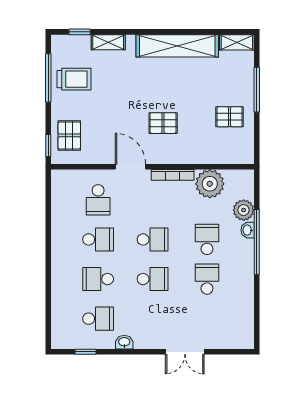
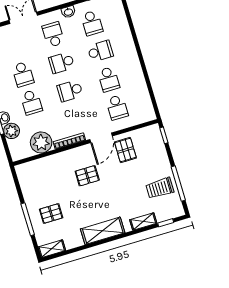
shelving: (177, 46) -> (103, 231), width x0.68
pallet: (230, 117) -> (51, 213), moved
pallet: (69, 135) -> (125, 150), moved
door: (130, 167) -> (101, 138), hinge flipped
school desk: (98, 200) -> (117, 107), turned 180
school desk: (98, 239) -> (109, 79), turned -90
school desk: (98, 319) -> (92, 23), turned -90
school desk: (153, 319) -> (53, 35), added

